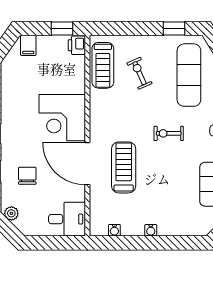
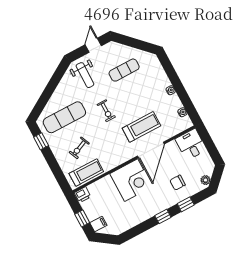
window: (62, 29) -> (82, 218), moved
treadmill: (124, 167) -> (141, 127), turned 180

